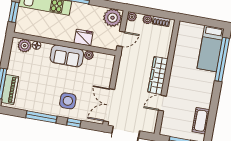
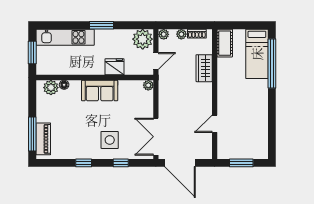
plant: (89, 55) -> (148, 85), moved
wardrobe: (158, 75) -> (204, 68), moved, width x0.67
window: (41, 117) -> (84, 163), width x0.46
cot: (201, 121) -> (225, 43), moved

